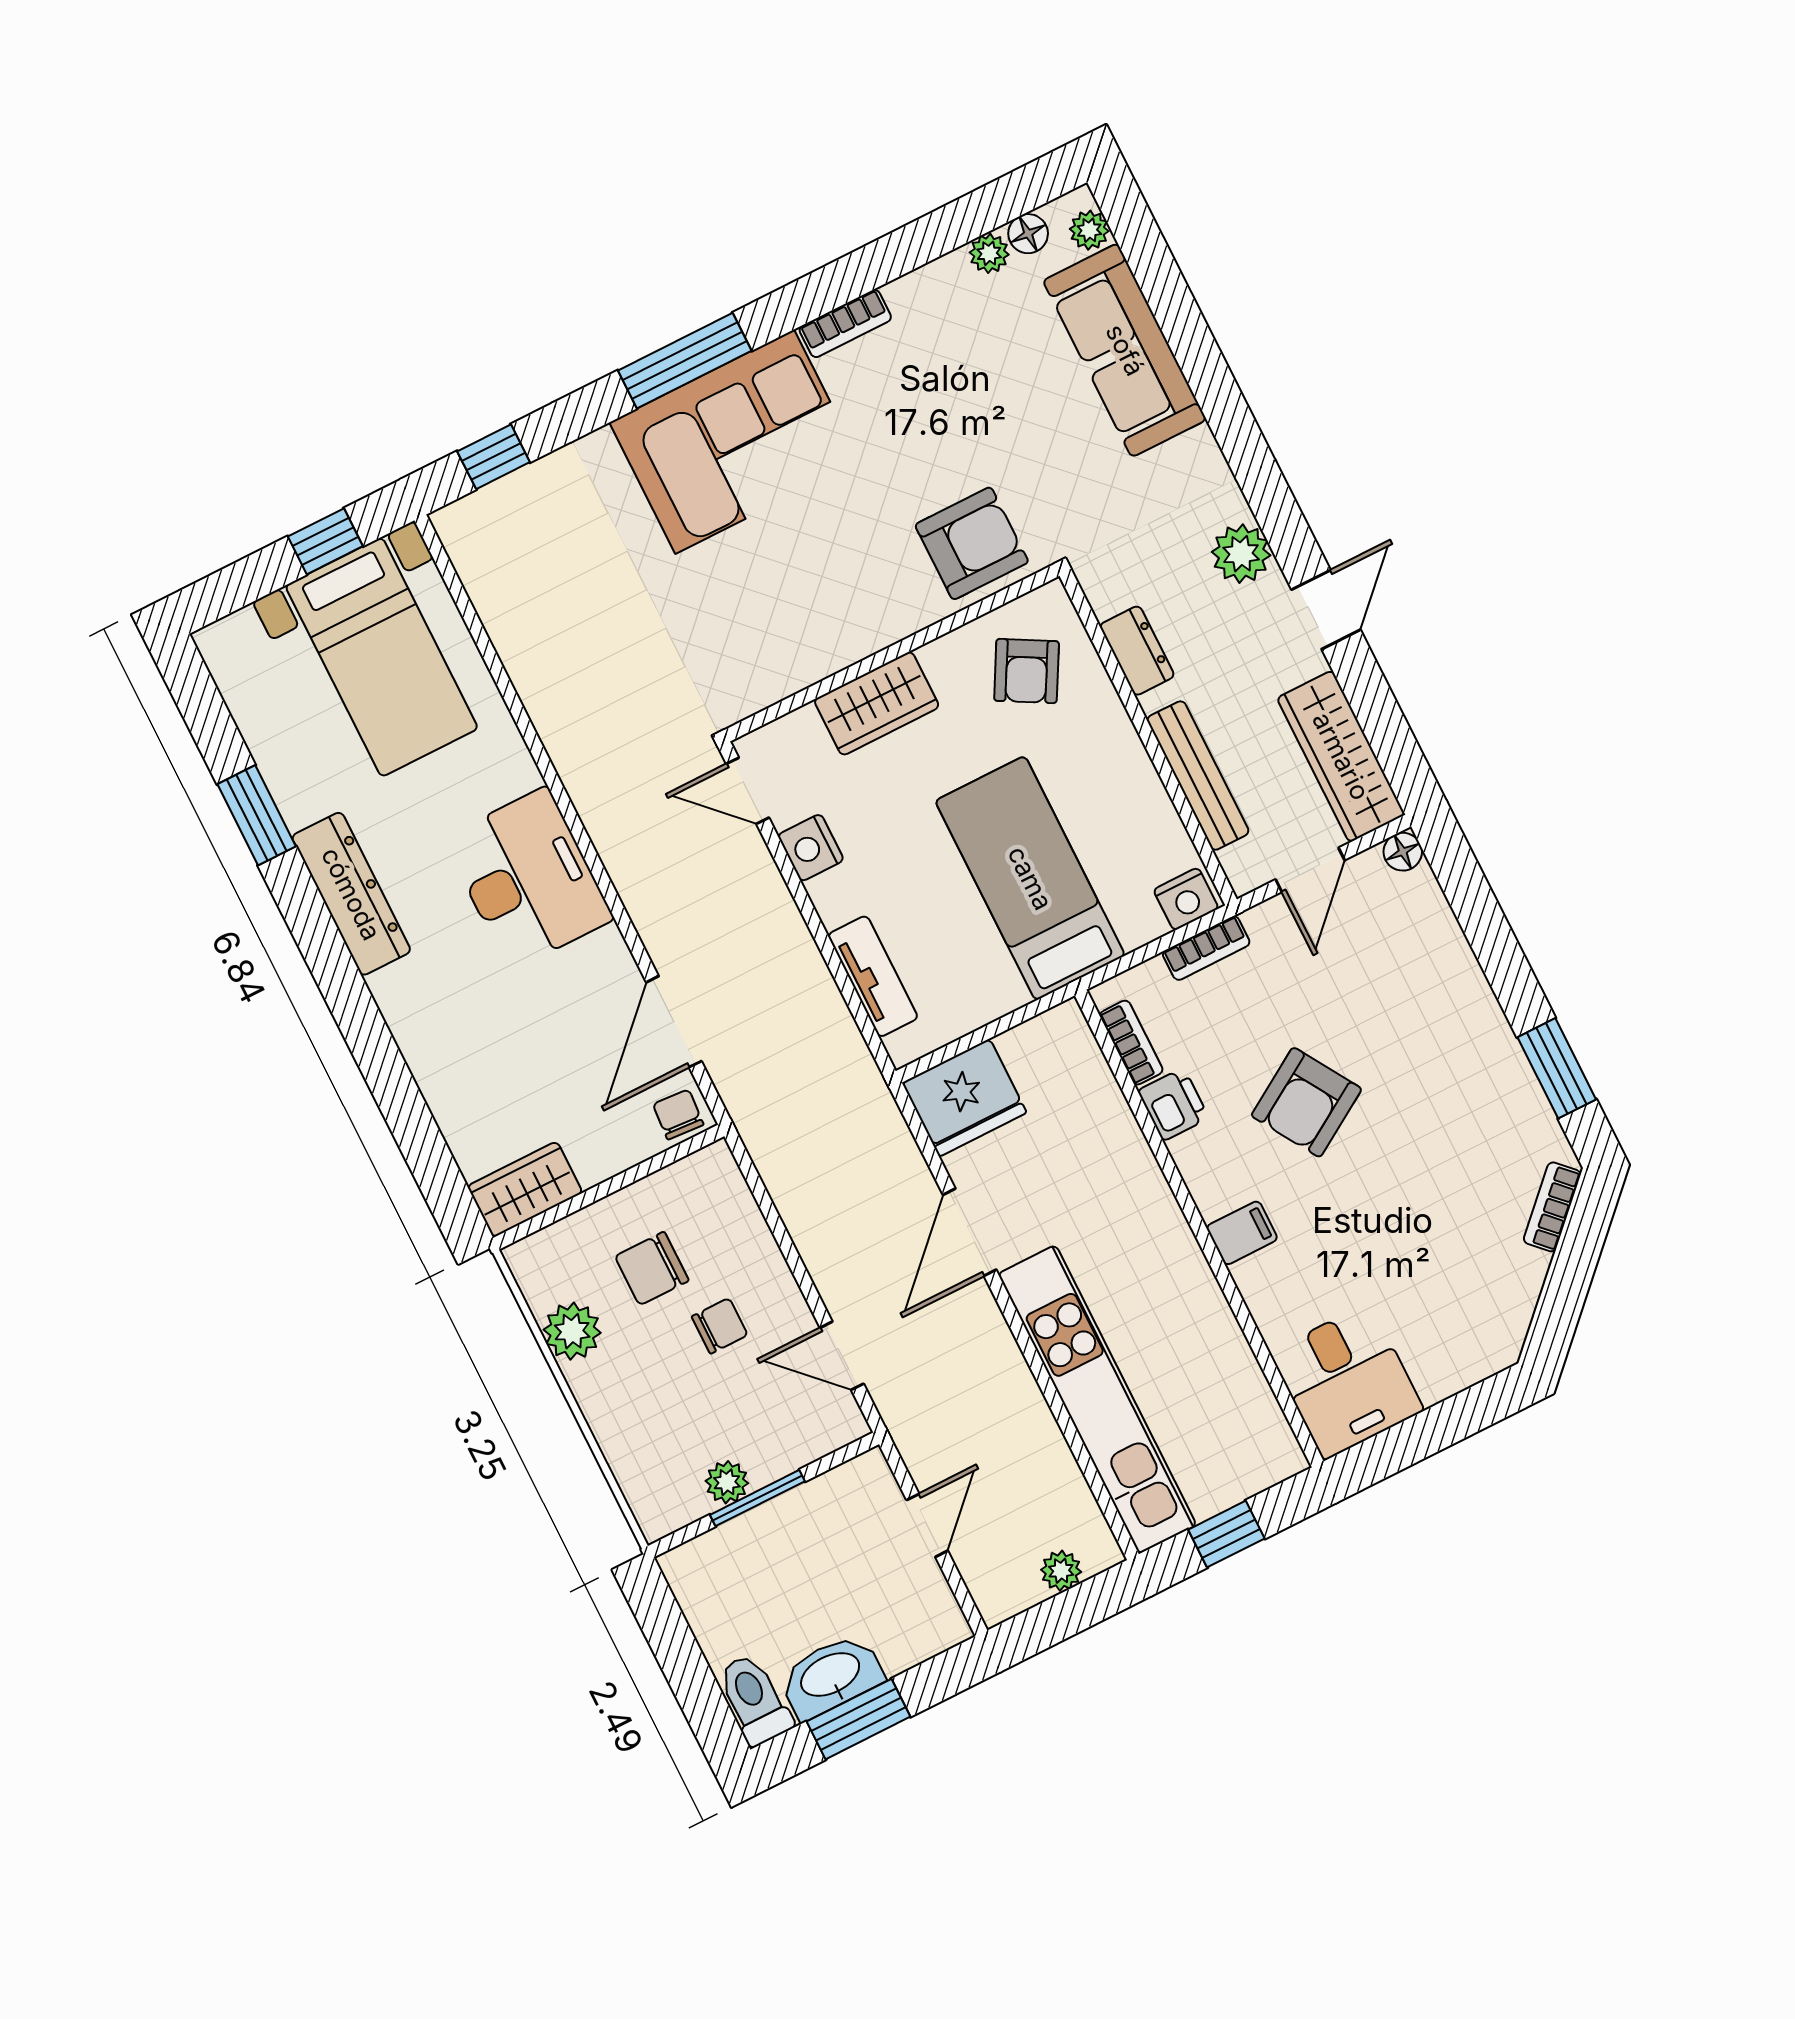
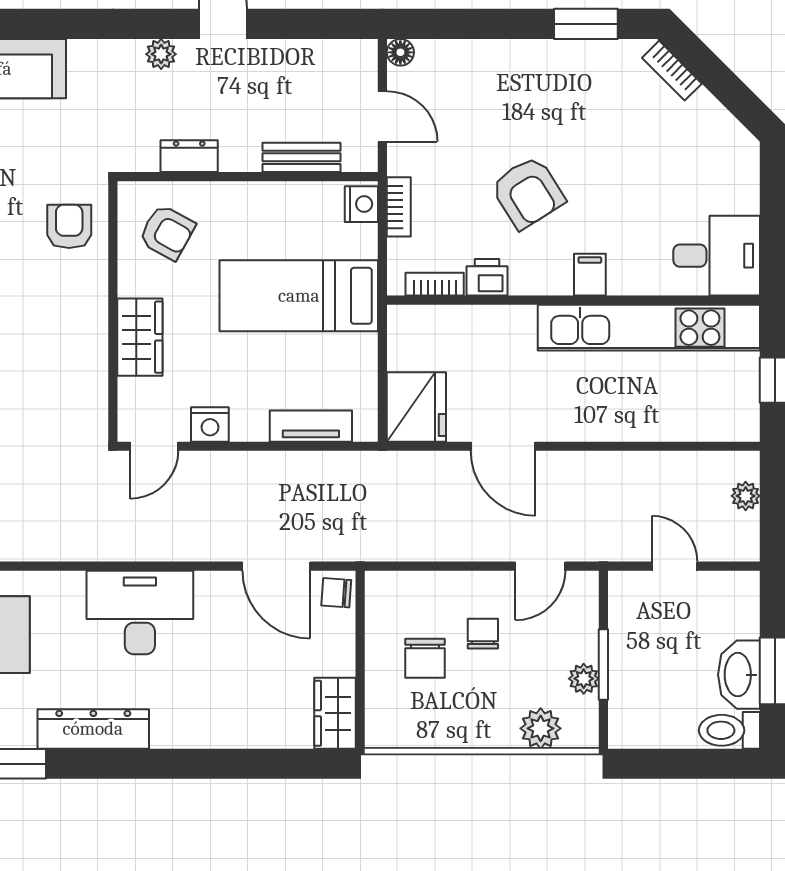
armchair: (972, 543) -> (69, 226), width x0.72, depth x0.72
plant: (1241, 554) -> (161, 54), width x0.73, depth x0.73
wardrobe: (1341, 756) -> (321, 61), removed
bench: (1198, 776) -> (301, 157), width x0.73
plant: (572, 1331) -> (541, 728), moved
kitchen unit: (1097, 1399) -> (649, 328), moved, turned 180

